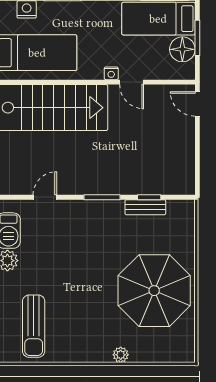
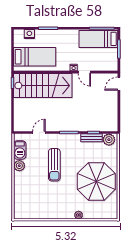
floor lamp: (182, 49) -> (111, 55), removed
door: (197, 104) -> (119, 84), hinge flipped
plant: (178, 211) -> (109, 140), added
sun lounger: (34, 326) -> (54, 165), moved

